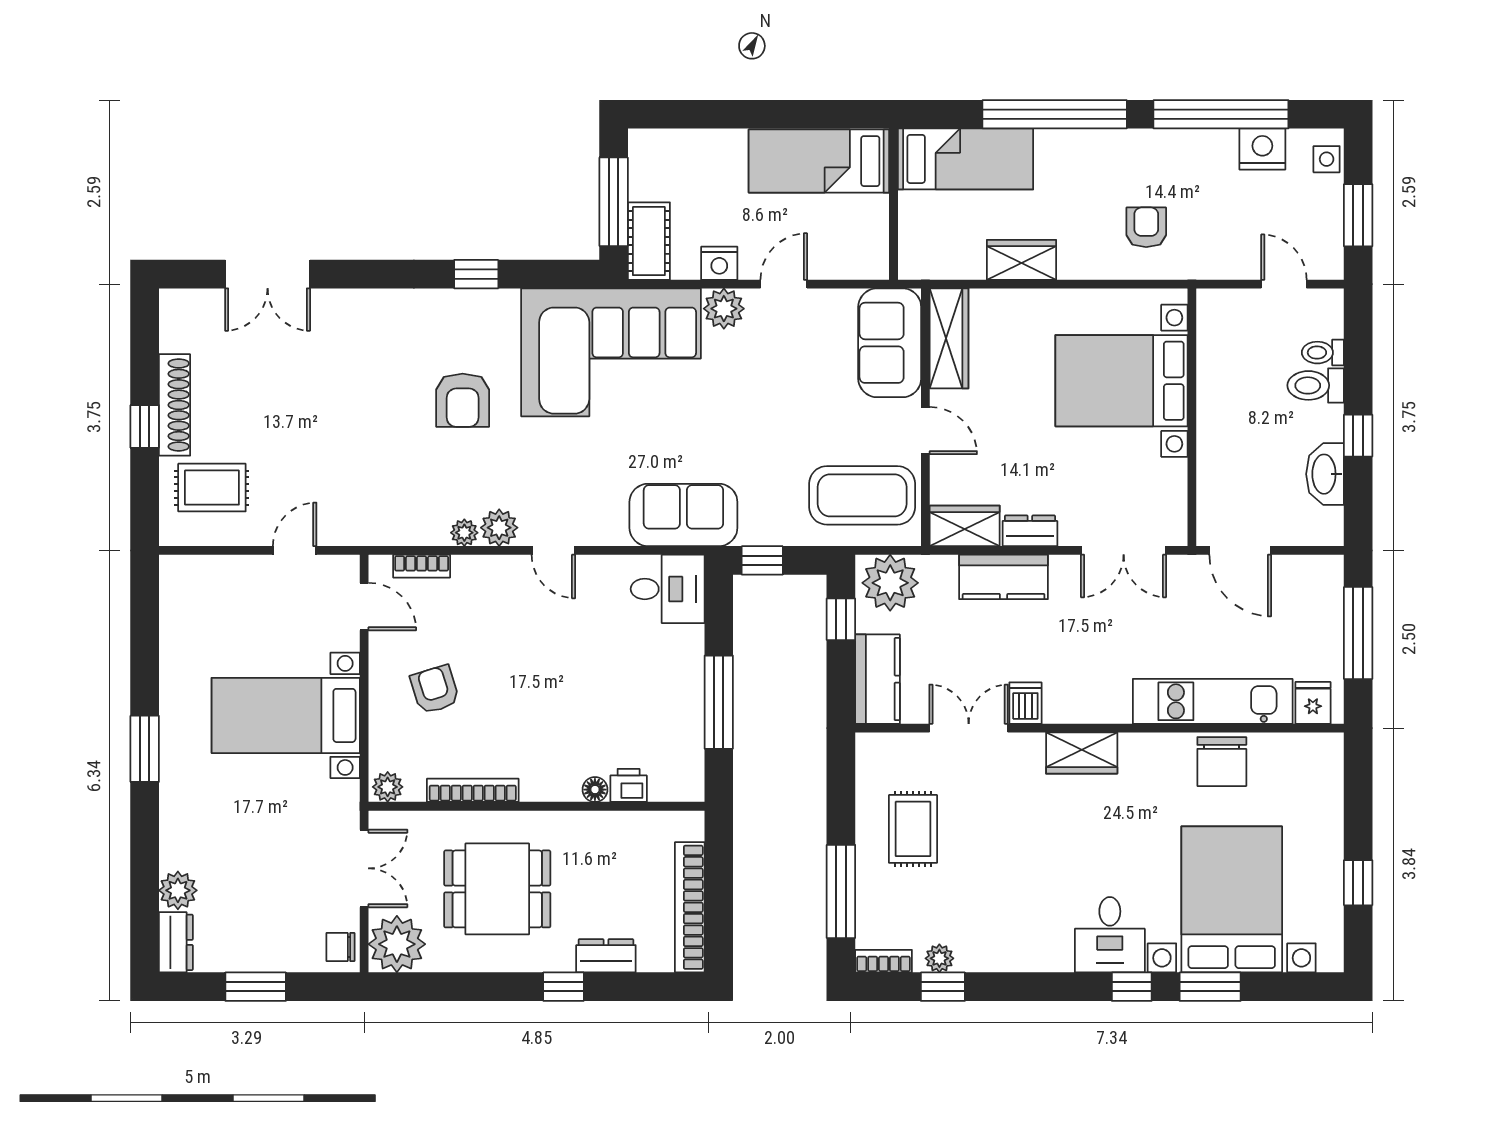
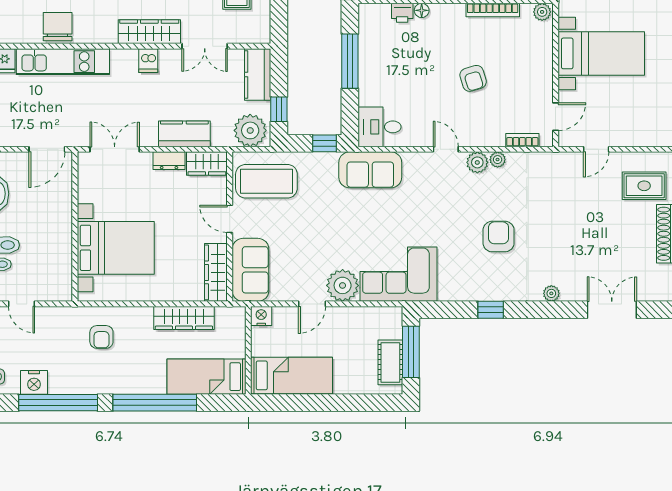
cot: (649, 241) -> (390, 362), moved
wardrobe: (1021, 260) -> (184, 318), width x1.50
nightstand: (719, 263) -> (261, 316), moved
plant: (372, 302) -> (551, 293), added
plant: (724, 309) -> (343, 285), width x1.36, depth x1.36
corner sofa: (611, 352) -> (399, 274), width x0.73, depth x0.74
door: (1240, 550) -> (47, 149), swing flipped
door: (364, 607) -> (556, 117), swing flipped
armchair: (435, 689) -> (473, 78), moved
dishwasher: (1025, 703) -> (148, 61), moved
wardrobe: (1082, 753) -> (149, 32), width x1.50

